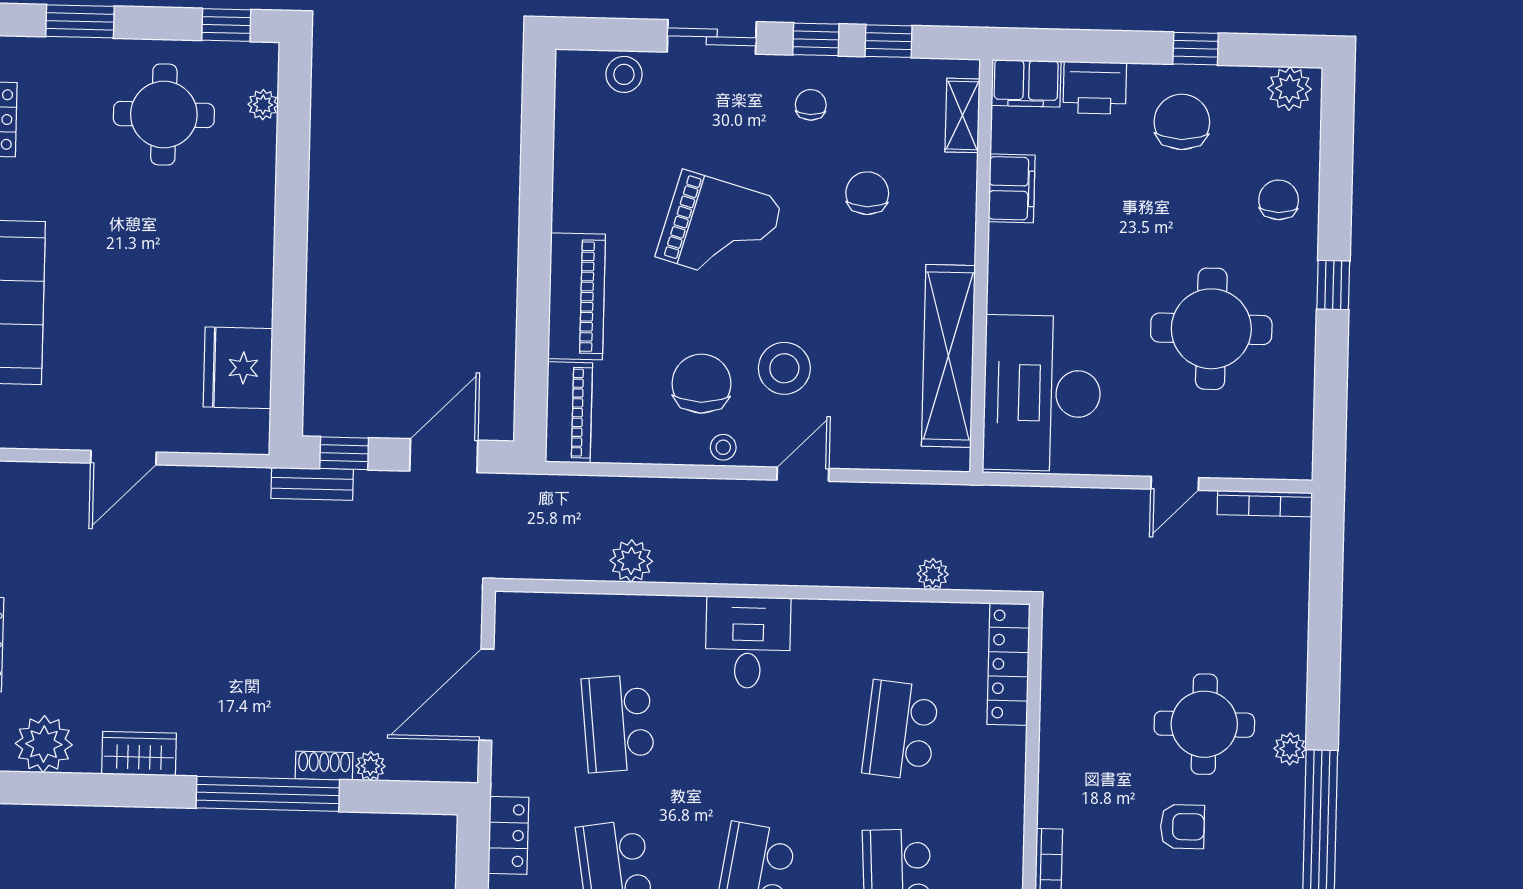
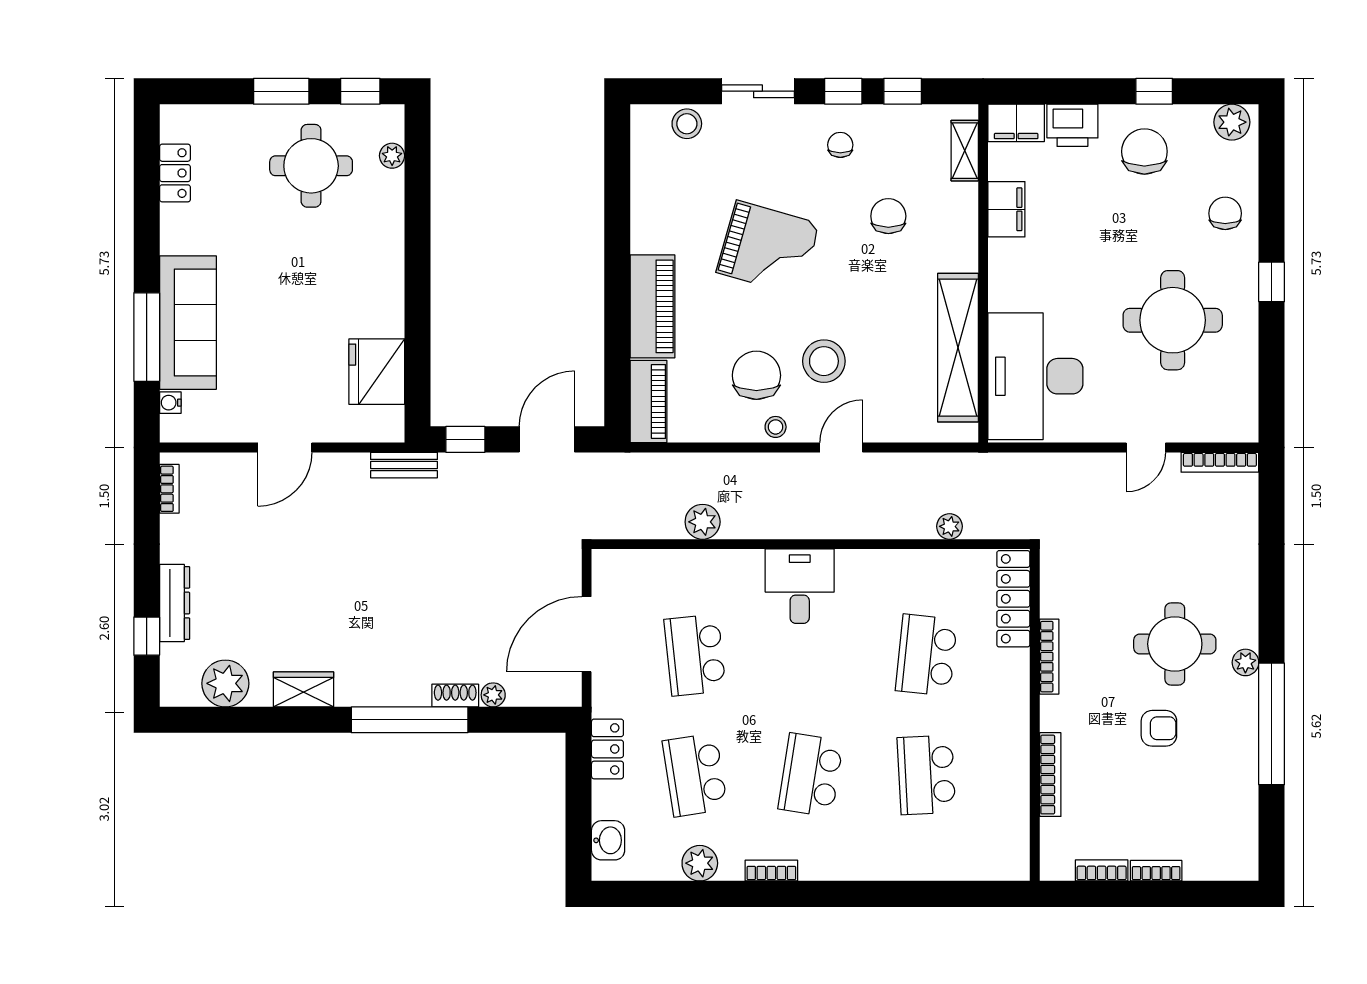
window: (80, 21) -> (281, 91), moved
bench: (312, 484) -> (404, 465), moved
bookcase: (1050, 736) -> (1049, 657), added

